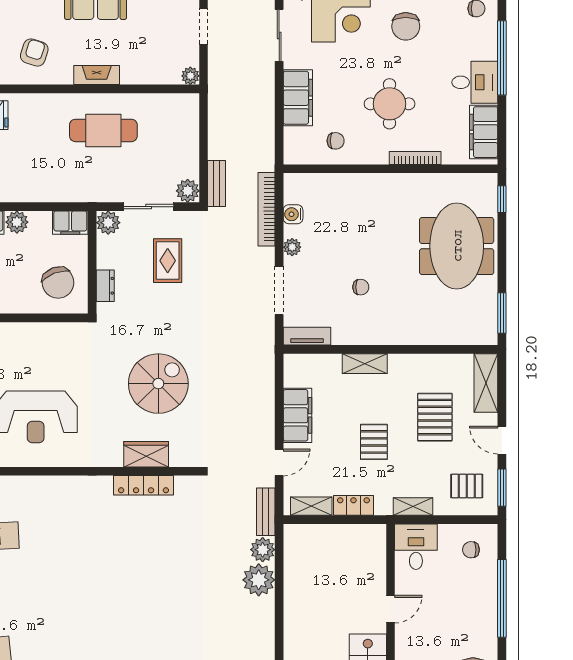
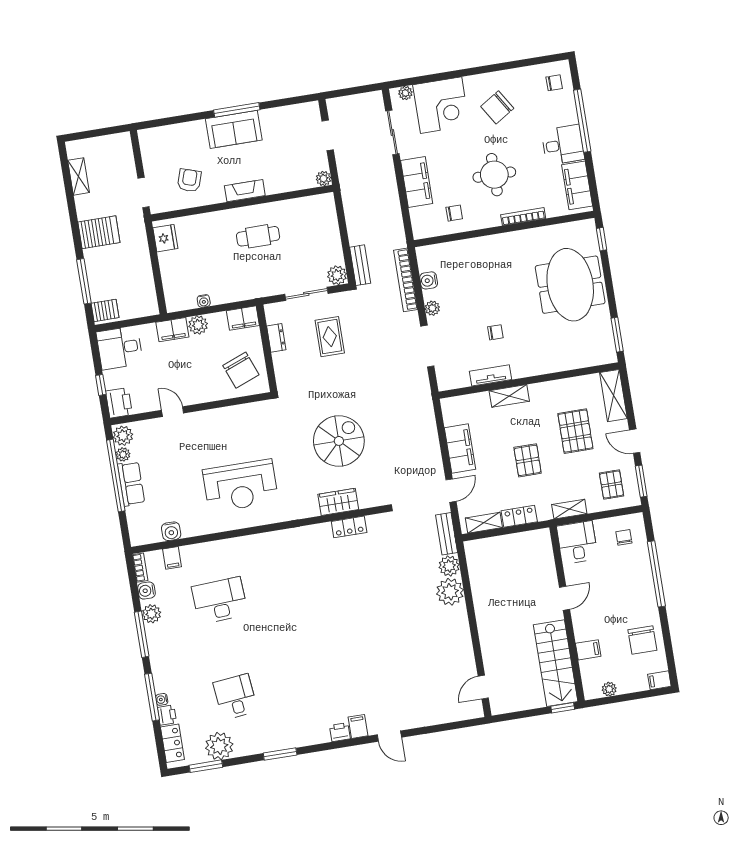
chair: (406, 26) -> (497, 107), turned 58
cafe table: (103, 130) -> (258, 236), width x0.73, depth x0.74
water cooler: (28, 195) -> (204, 301), added
plant: (108, 223) -> (275, 313), removed
dresser: (105, 286) -> (276, 338), moved
tv unit: (307, 336) -> (490, 375), moved
locker: (144, 485) -> (349, 527), width x0.66
pallet: (467, 486) -> (612, 484), turned 90
chair: (471, 550) -> (624, 537), turned 90

